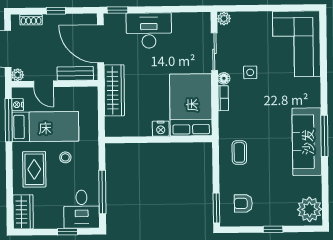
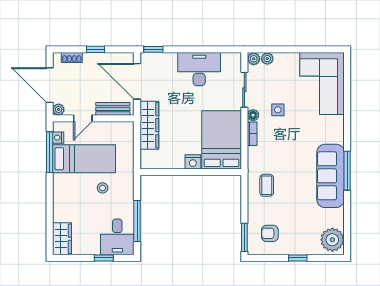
plant: (238, 18) -> (267, 59), added
desk: (149, 30) -> (199, 69), moved
door: (43, 84) -> (83, 118), hinge flipped
rug: (34, 169) -> (73, 199), removed

